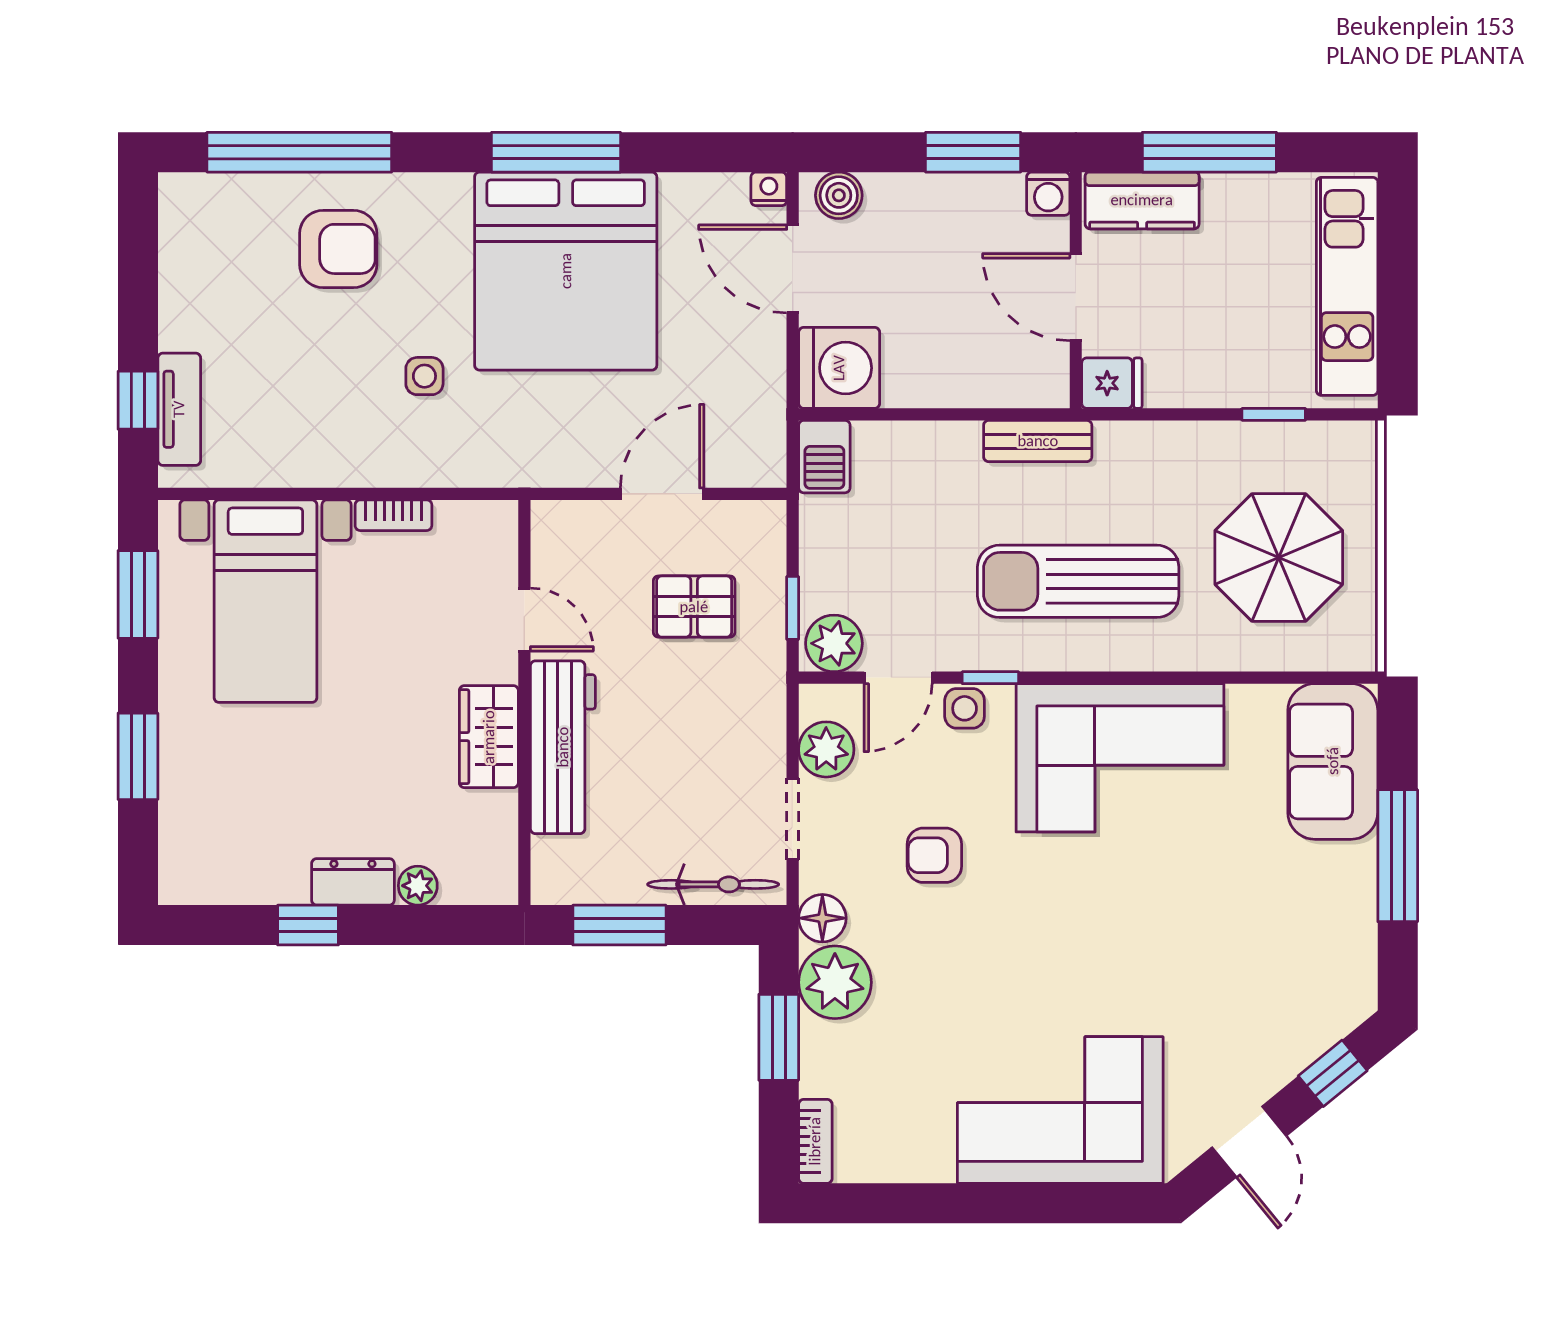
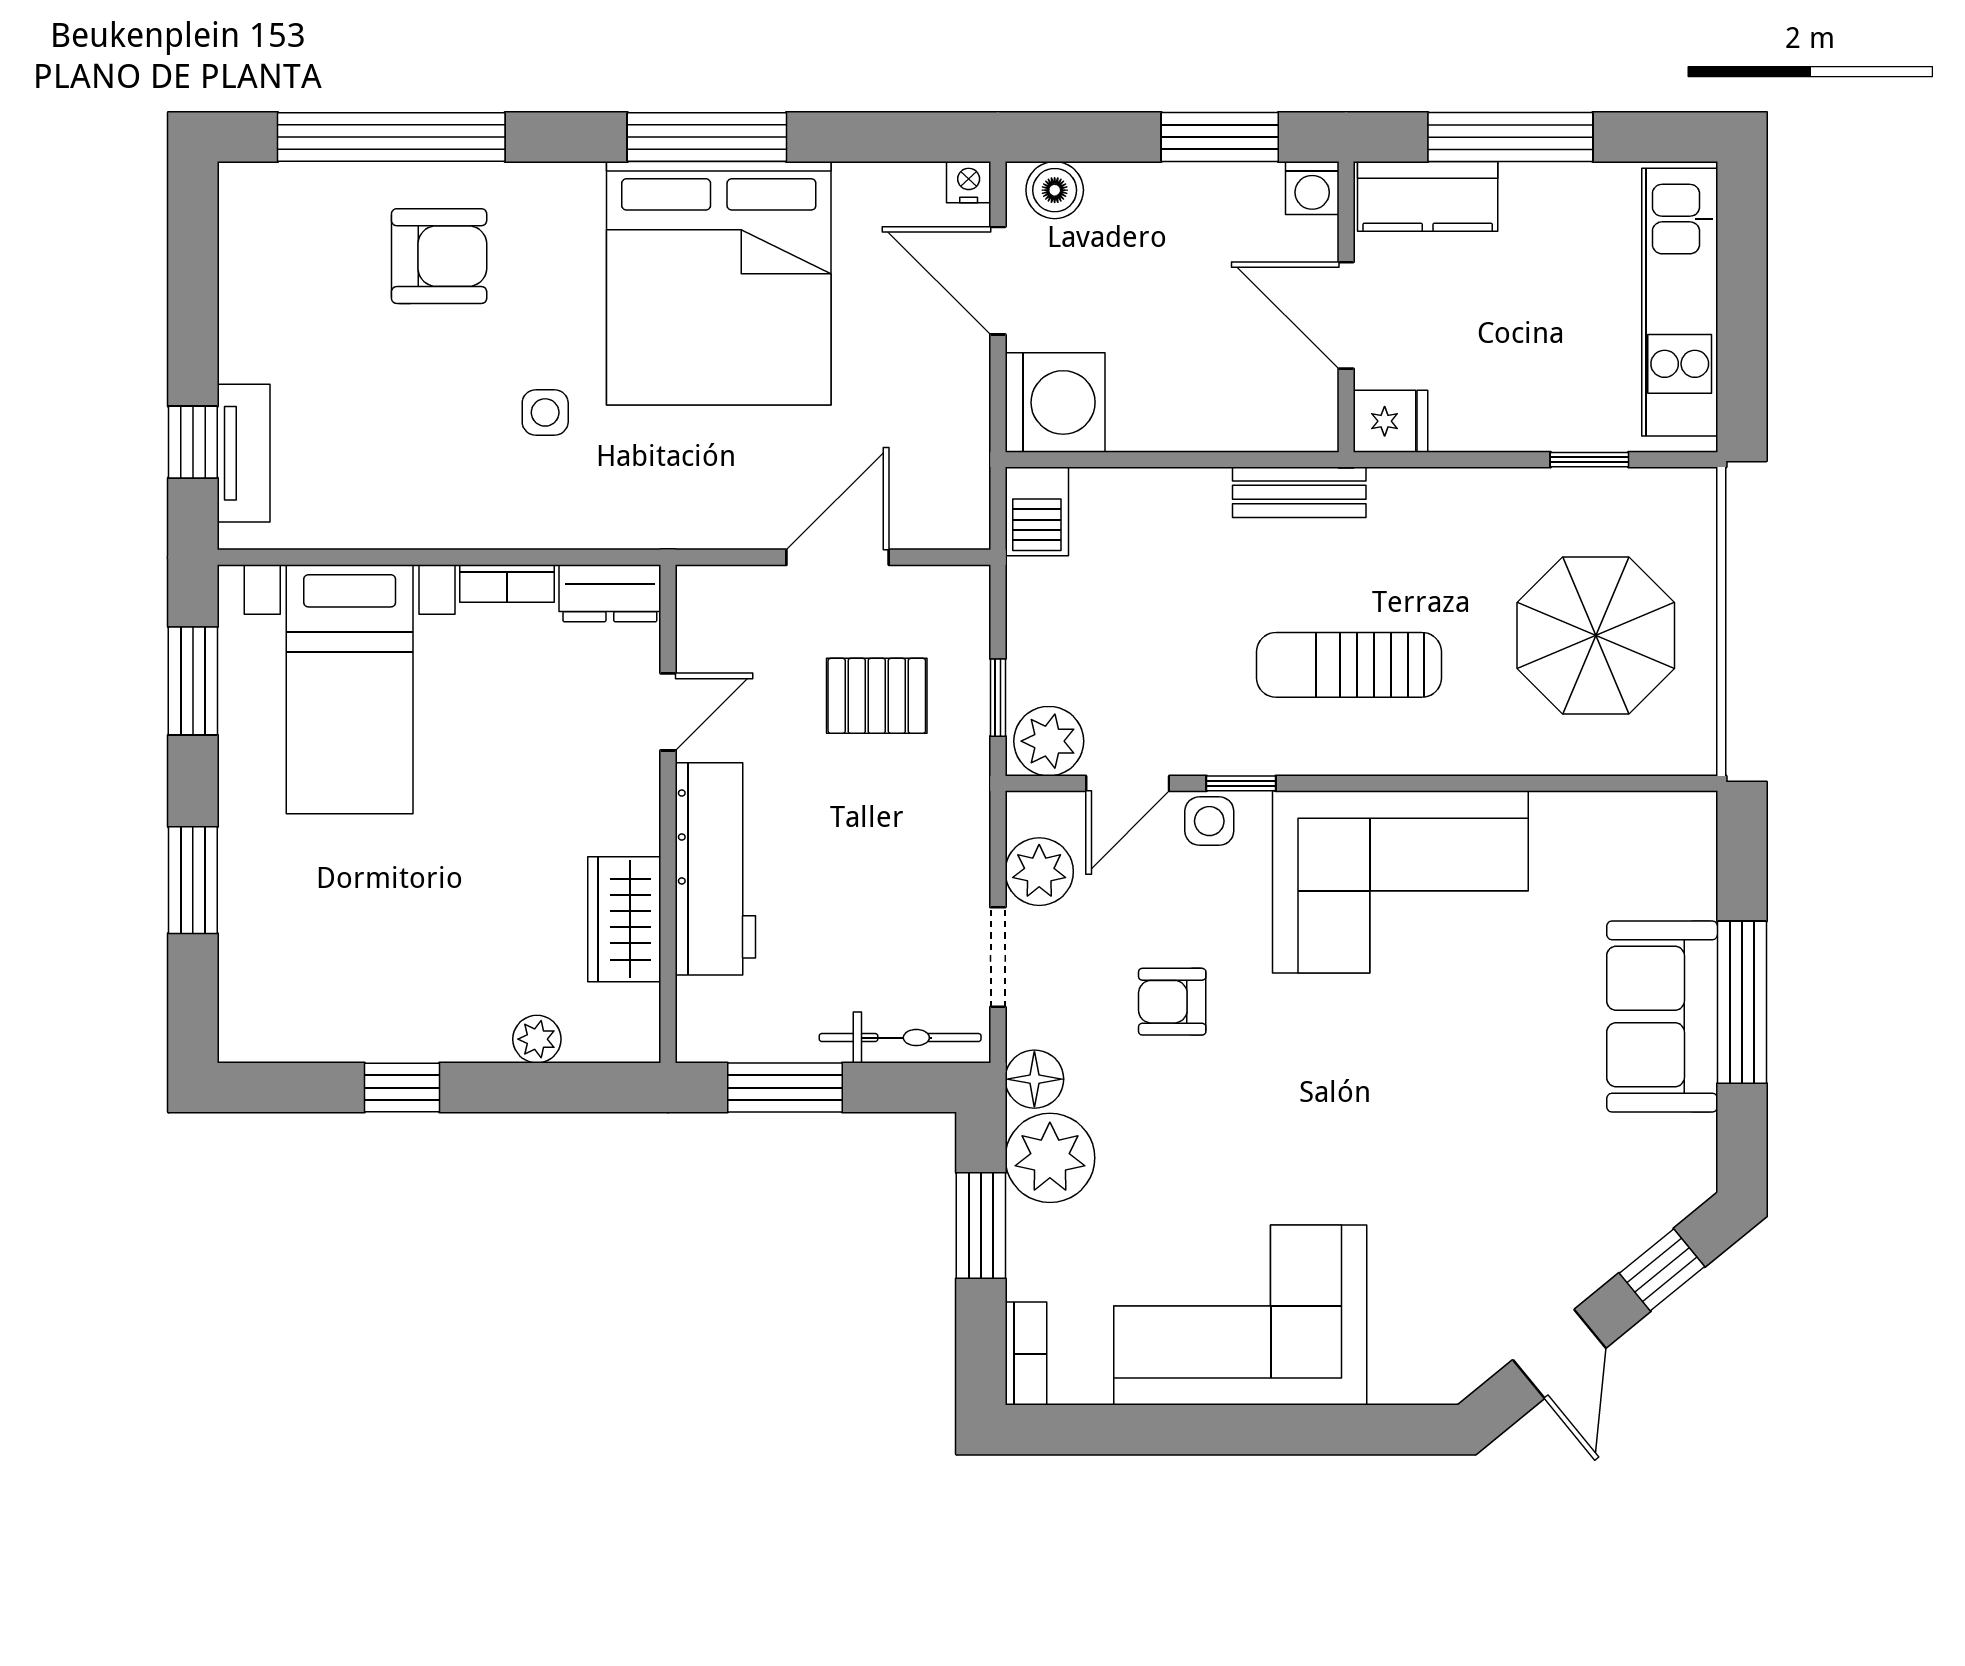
sun lounger: (1078, 581) -> (1349, 665), width x0.73, depth x0.75
door: (524, 620) -> (668, 712), hinge flipped
wardrobe: (489, 737) -> (624, 919), moved
sofa: (1333, 761) -> (1662, 1016), moved
dresser: (353, 882) -> (610, 593), moved, turned 180
corner sofa: (1060, 1110) -> (1240, 1315), moved

